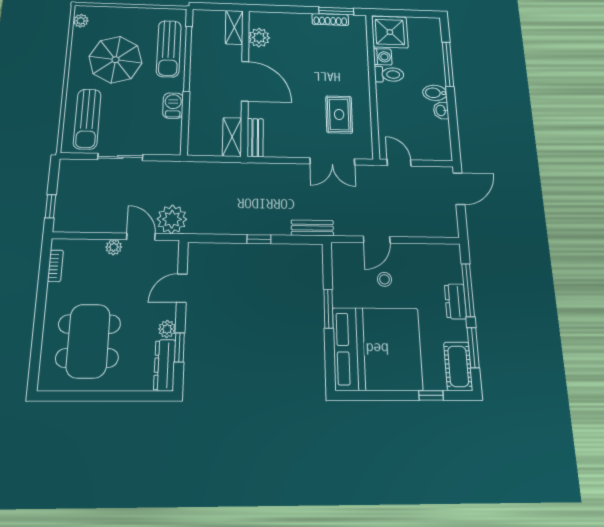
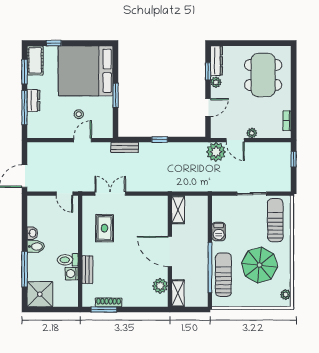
shower: (390, 32) -> (40, 294), moved
bench: (255, 138) -> (87, 270), moved

